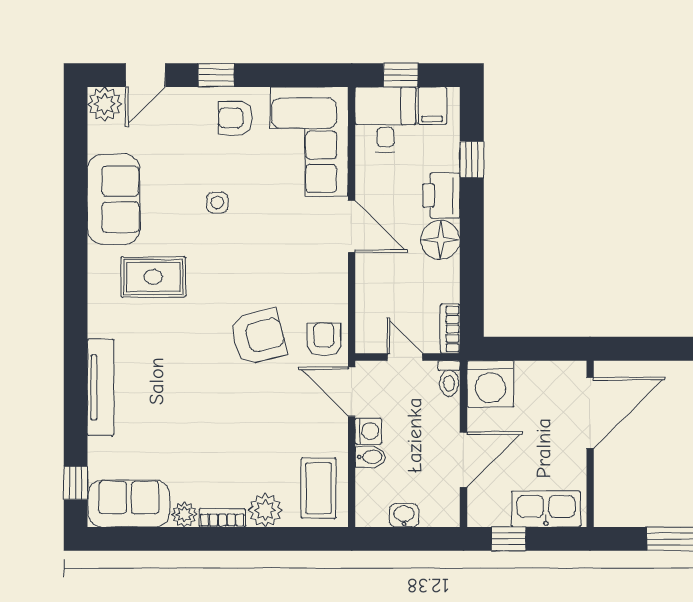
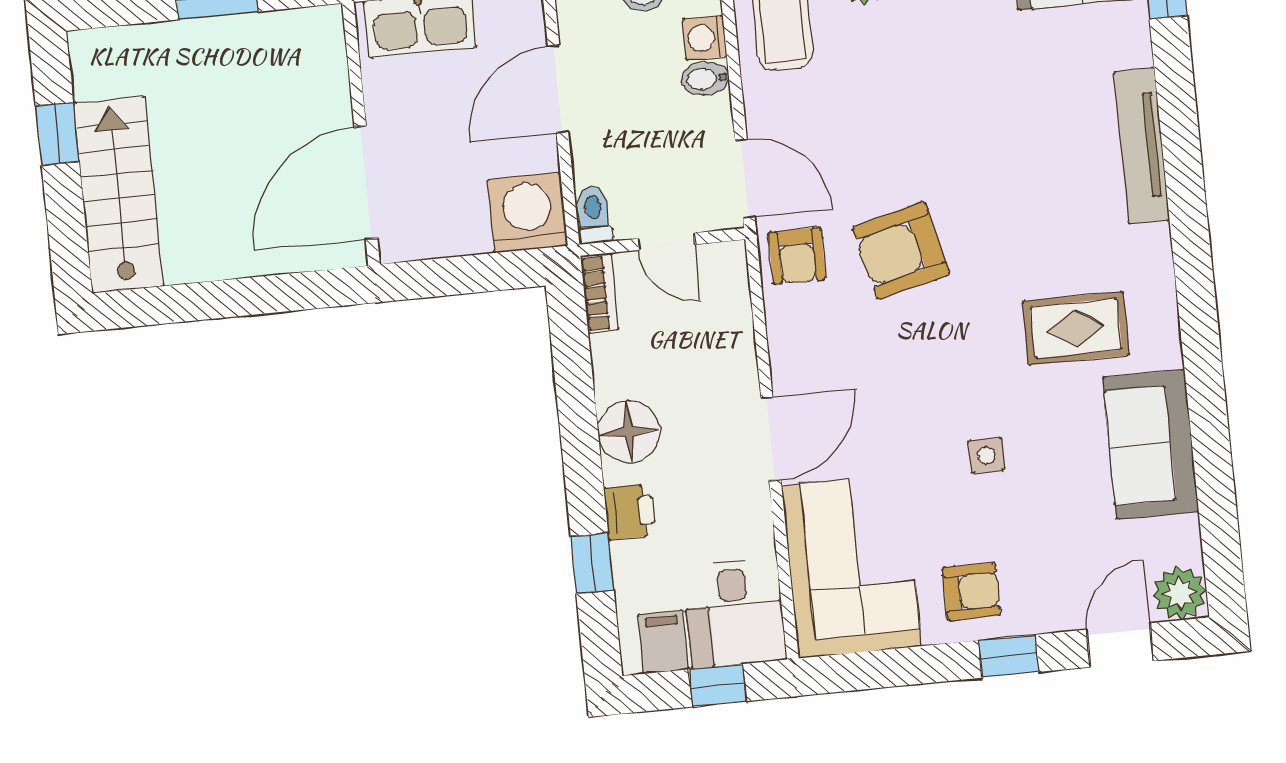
printer: (441, 195) -> (630, 512), width x0.73, depth x0.81
door: (352, 226) -> (771, 439), swing flipped
washing machine: (368, 431) -> (705, 38), moved

